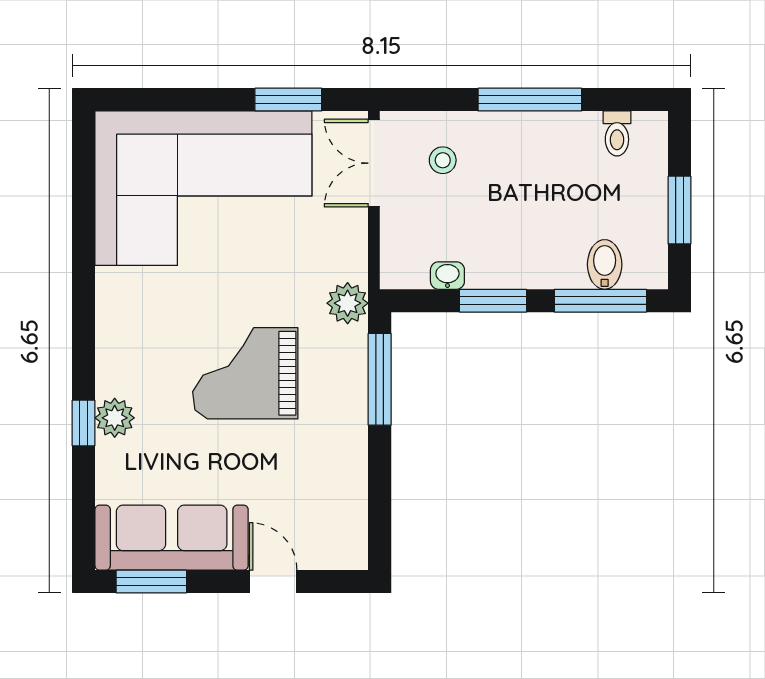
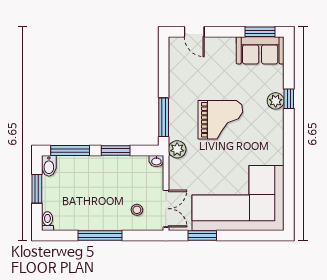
toilet: (617, 133) -> (47, 221), moved
bidet: (605, 264) -> (49, 166), moved
washbasin: (447, 276) -> (156, 161), moved
sofa: (172, 538) -> (260, 50), width x0.73
door: (273, 582) -> (194, 32), moved

